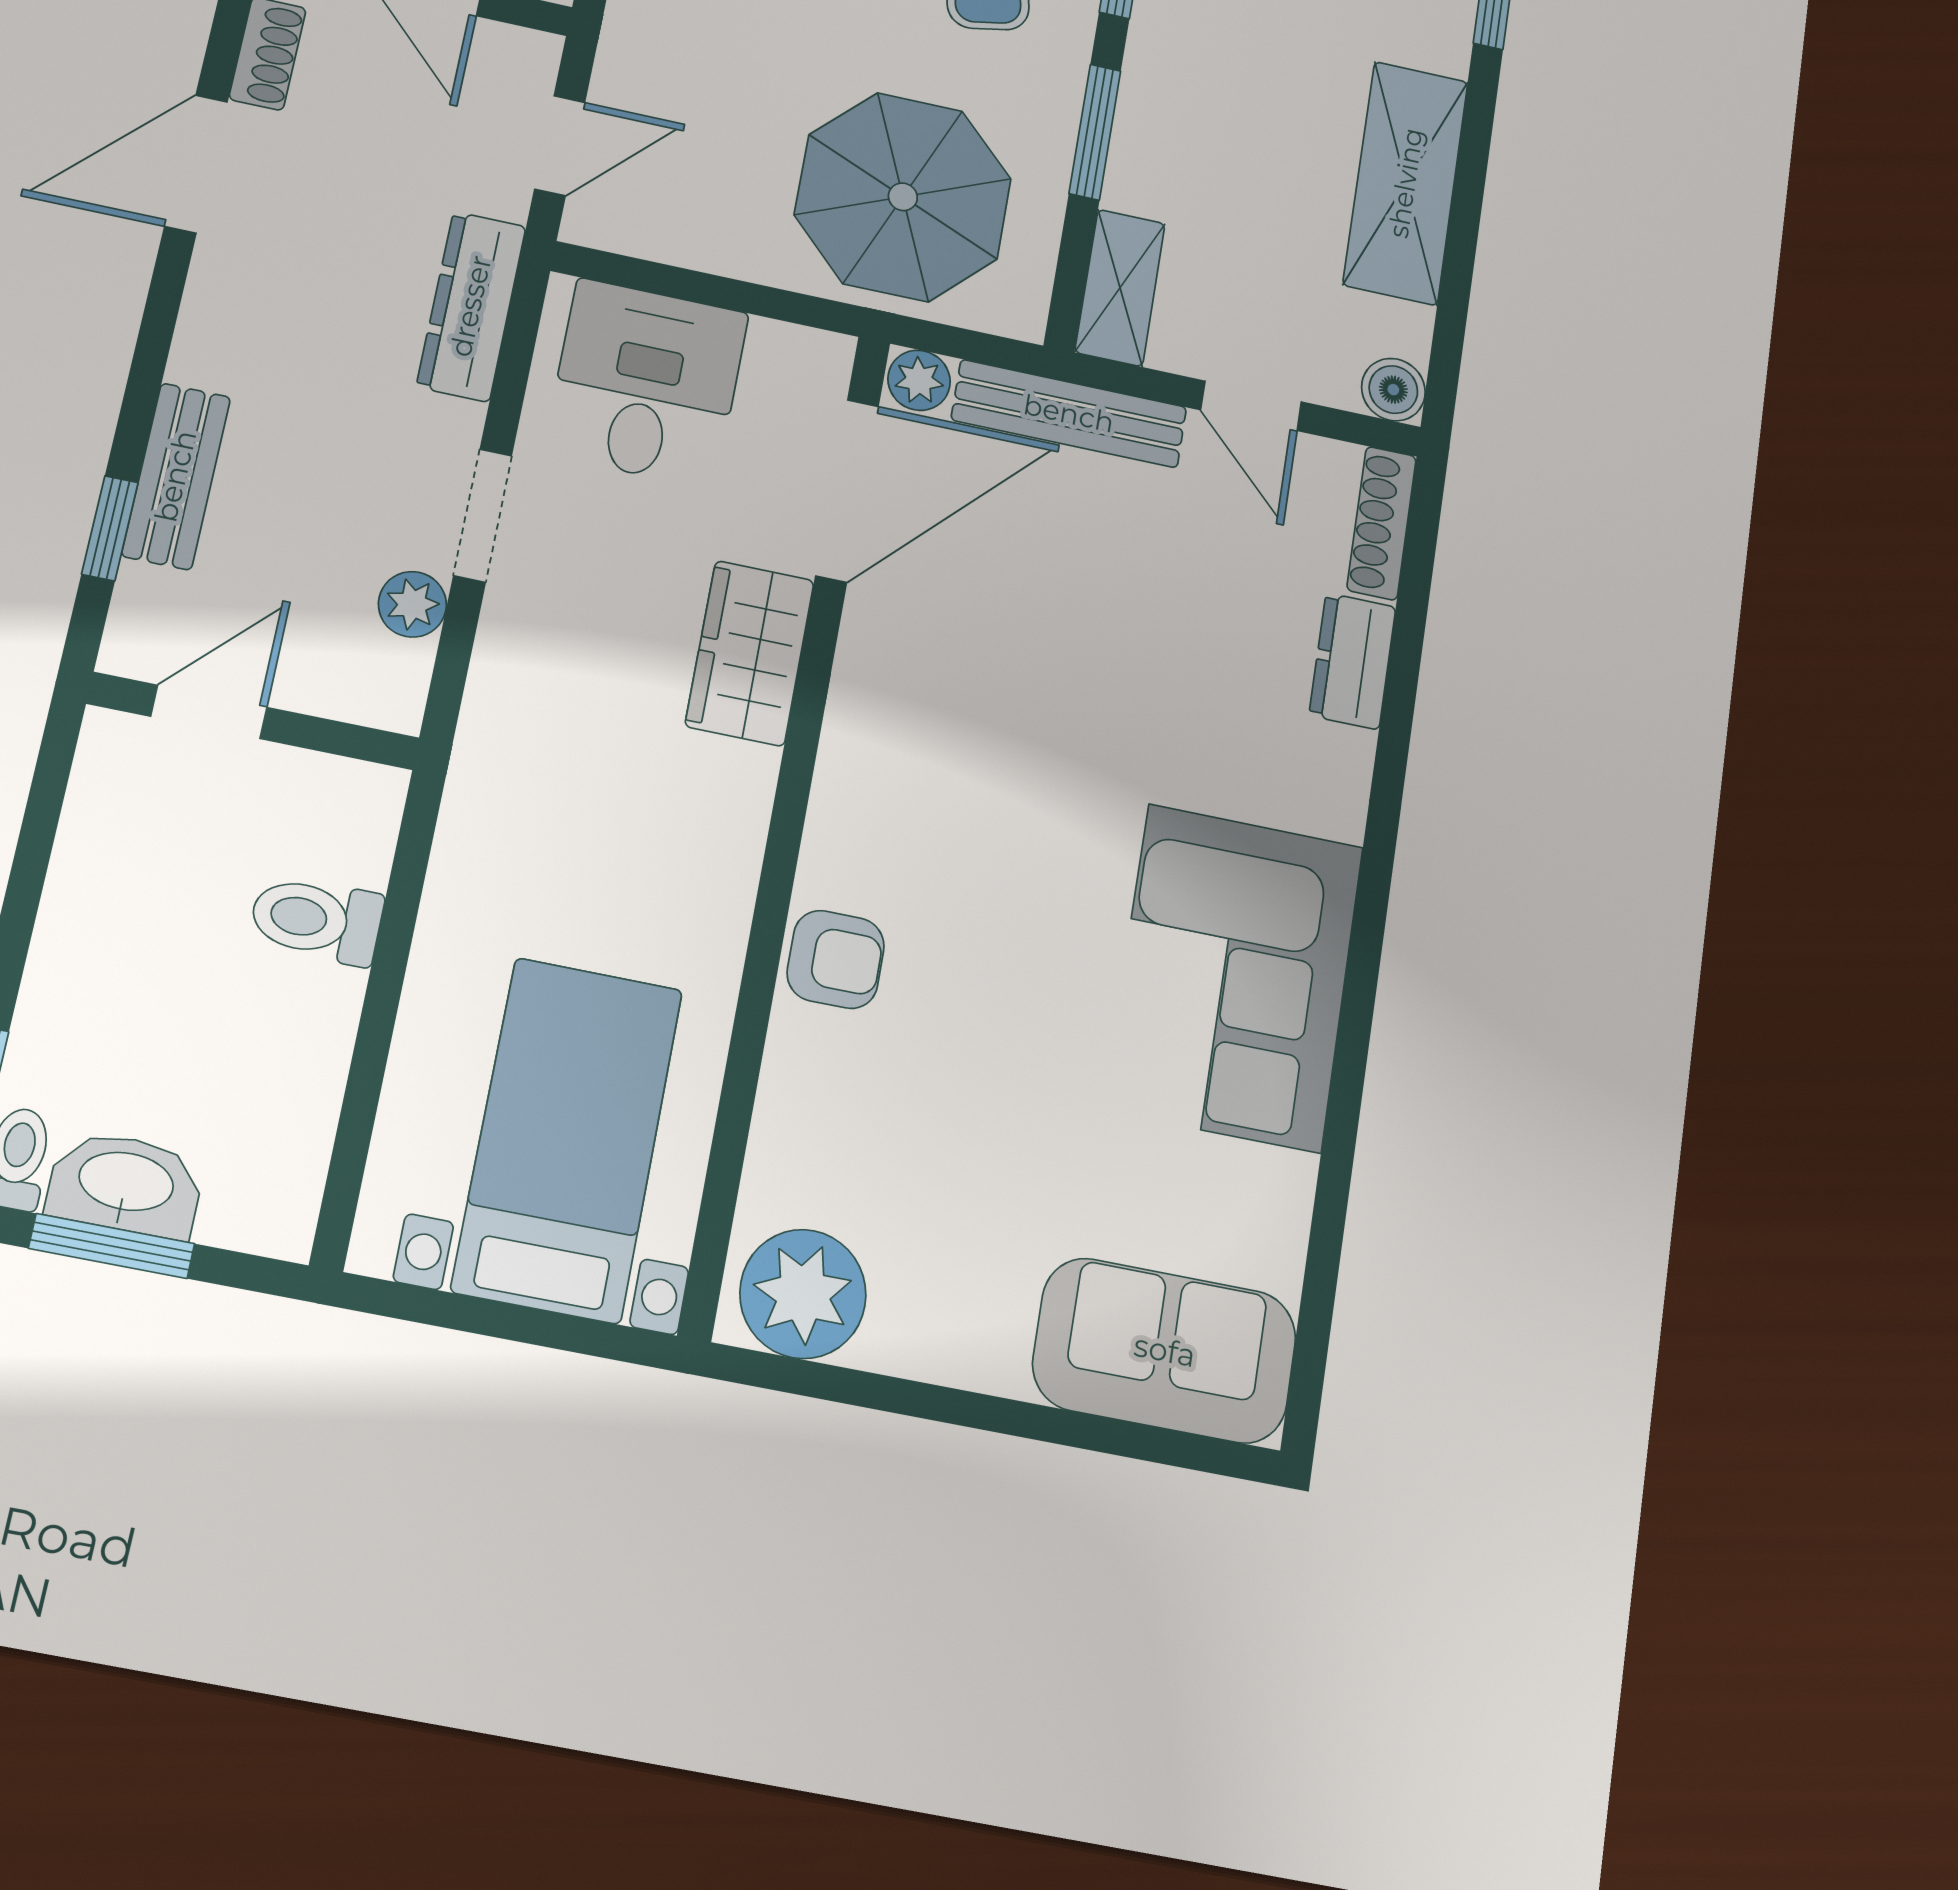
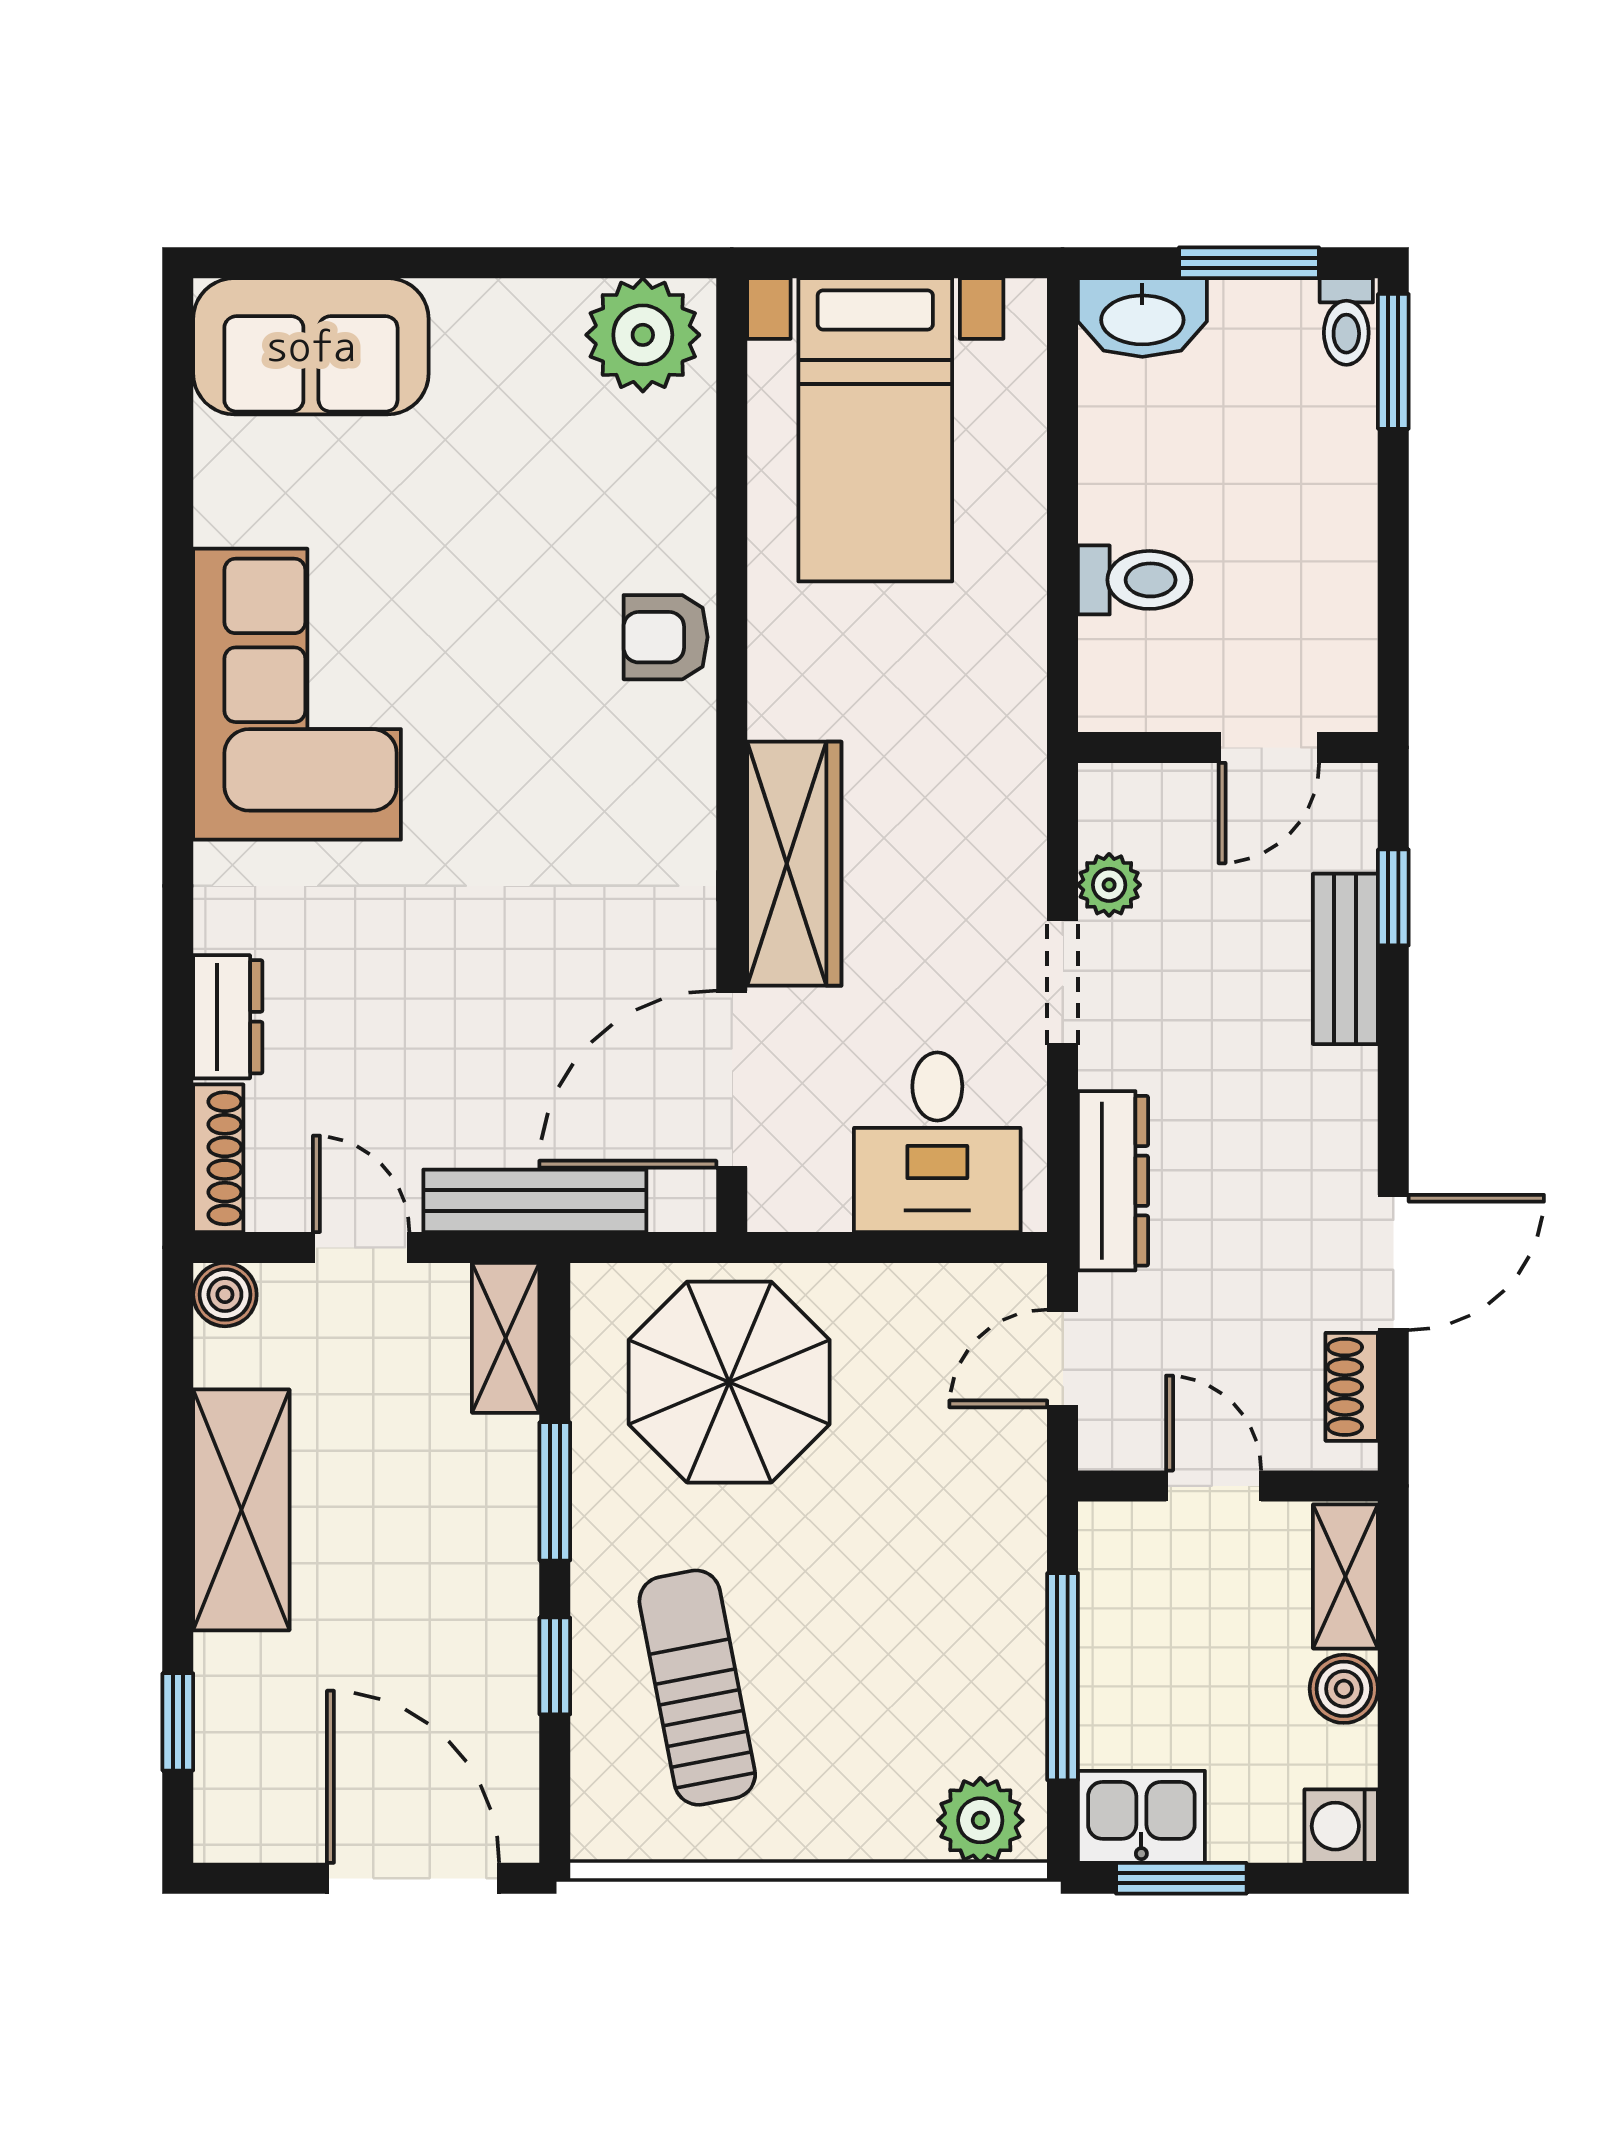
plant: (919, 380) -> (683, 1202), removed
wardrobe: (750, 653) -> (794, 864), width x1.50
washbasin: (126, 1184) -> (1142, 318), moved

